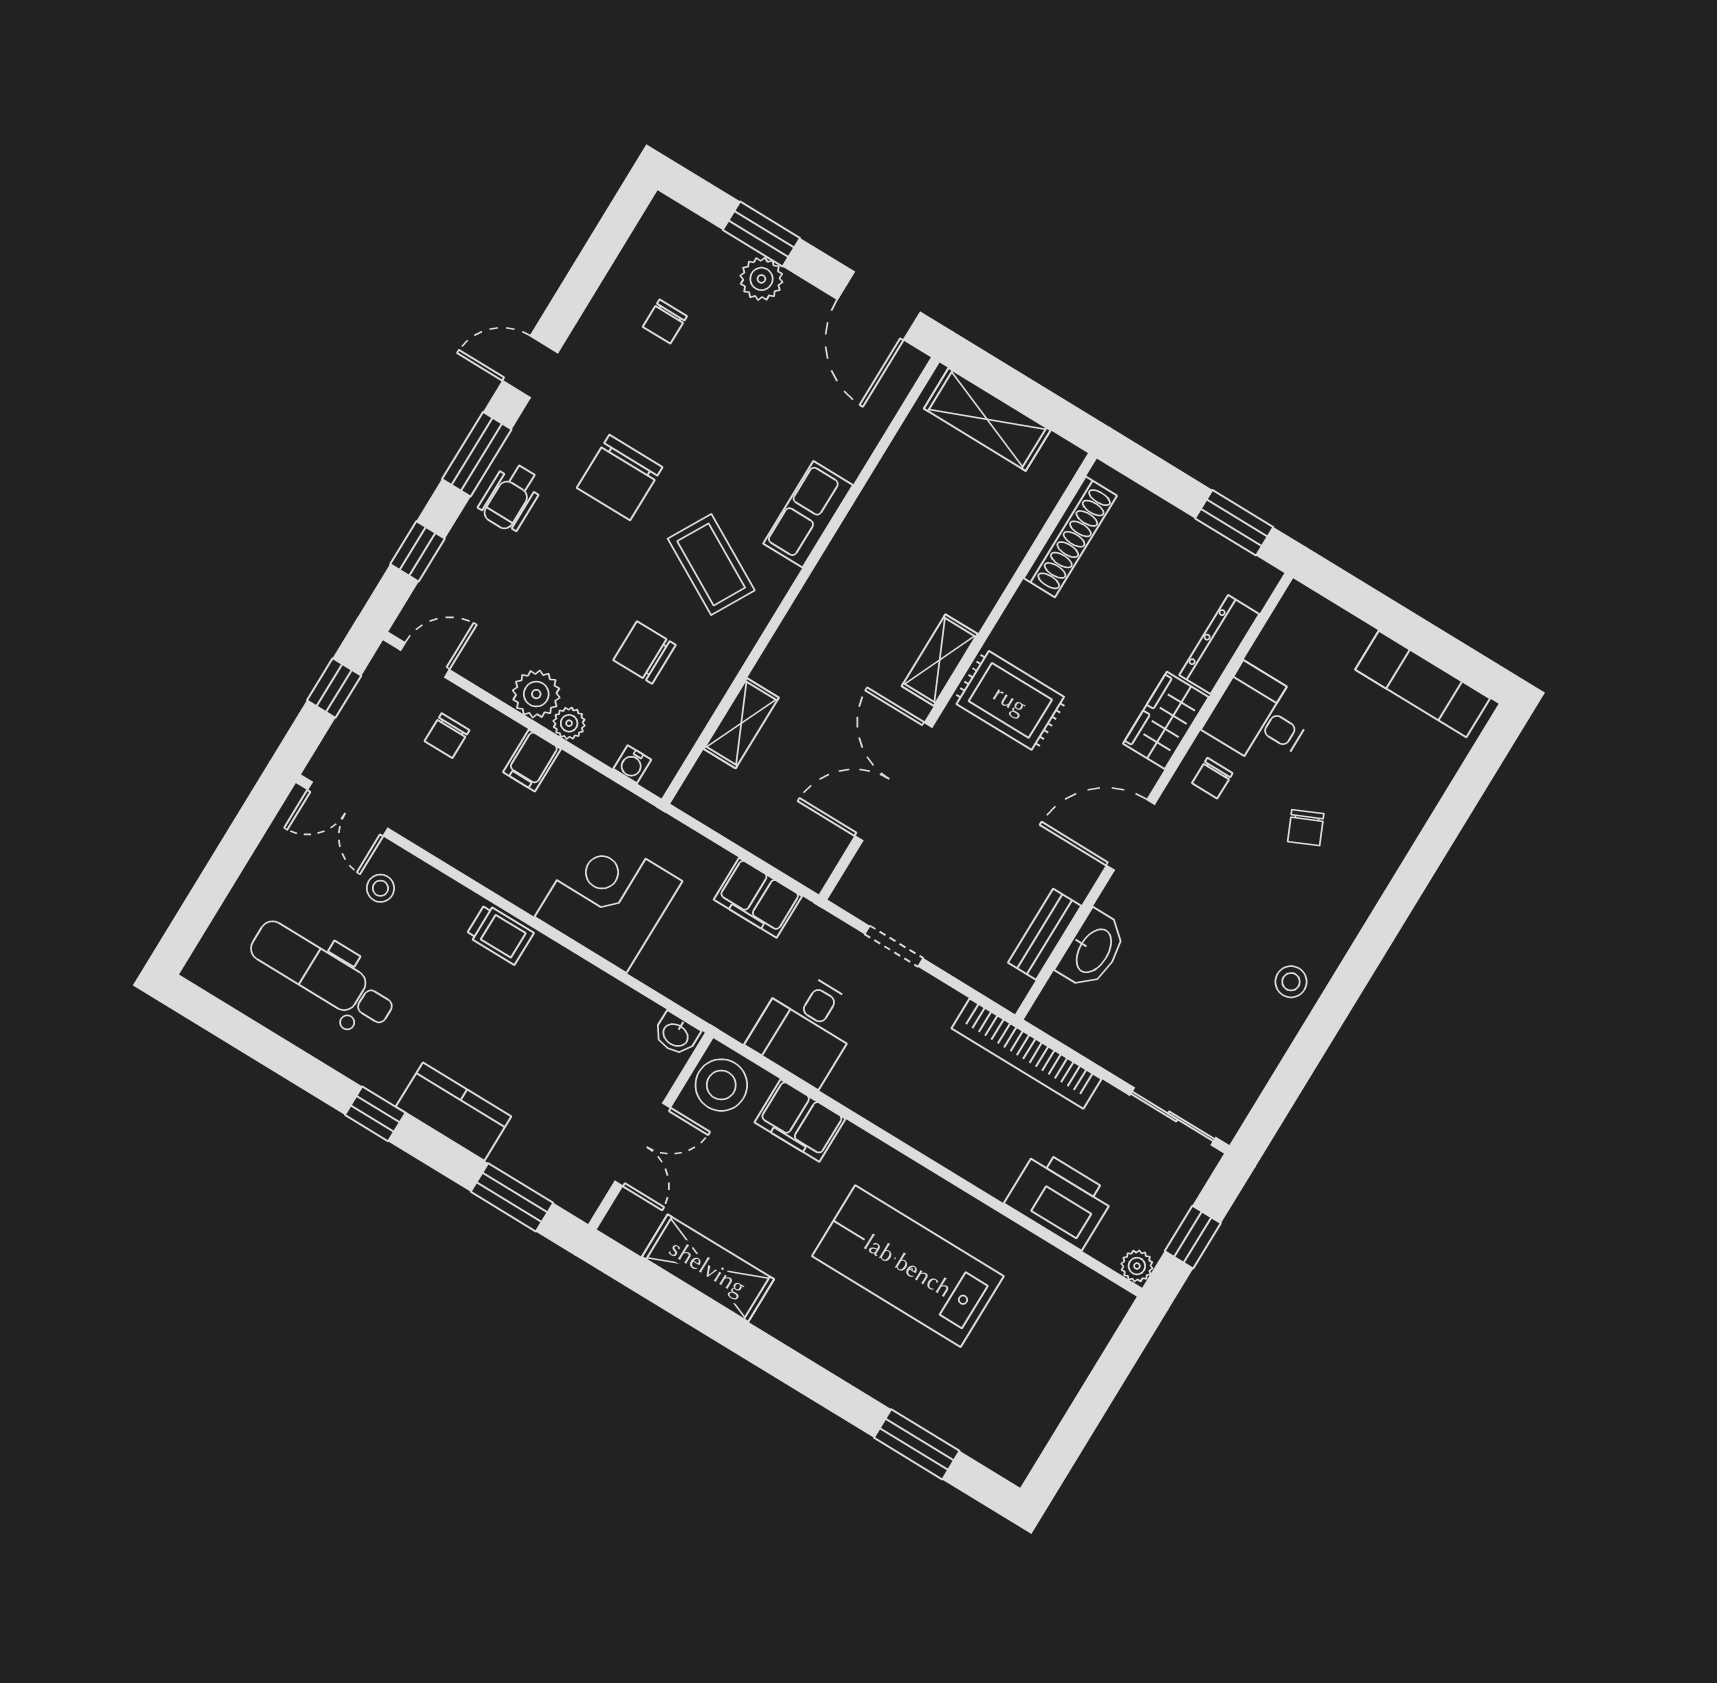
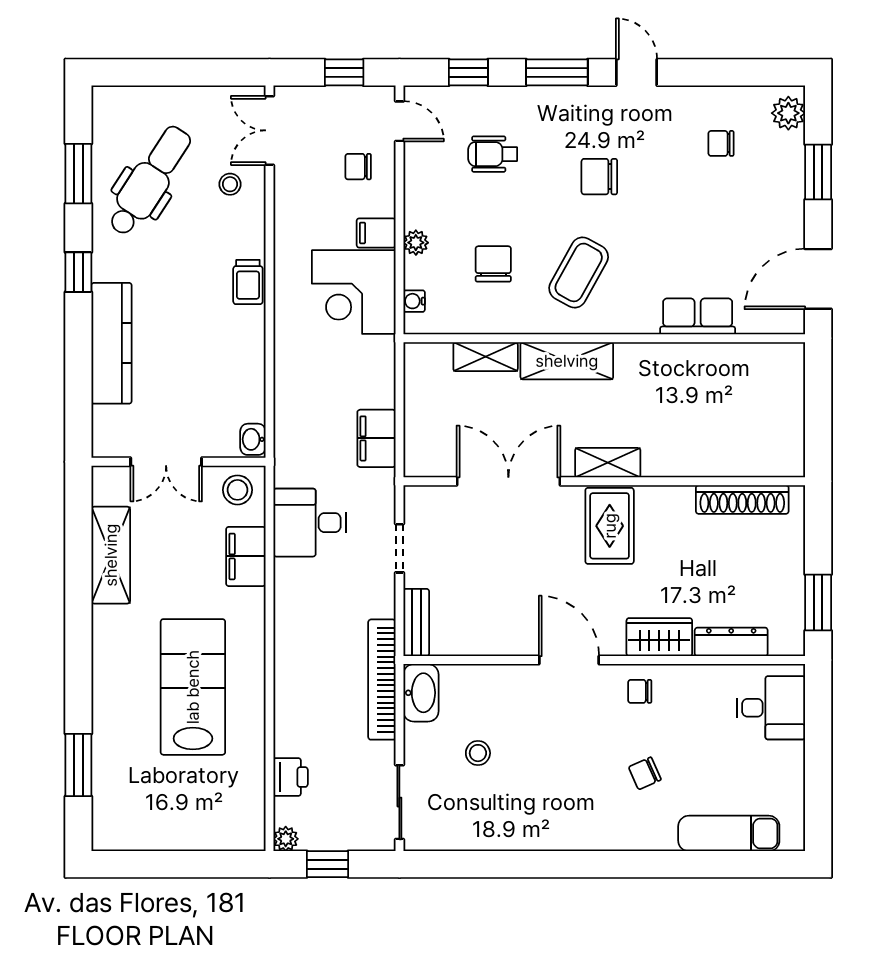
plant: (761, 279) -> (788, 113), moved
shelving: (987, 419) -> (567, 361), moved, turned 90
chair: (620, 477) -> (599, 177), width x0.73, depth x0.73
wheelchair: (511, 497) -> (493, 154), moved
row of seats: (808, 514) -> (698, 316), moved
exam couch: (1423, 684) -> (729, 833), moved, turned 90
plant: (536, 694) -> (422, 209), removed
desk: (1260, 718) -> (771, 708), moved, turned 90
corner desk: (608, 899) -> (354, 292), moved, turned 180
bench: (1045, 934) -> (416, 622), moved, turned 90
washbasin: (1093, 950) -> (421, 693), moved, turned -90
dental chair: (323, 974) -> (149, 181), turned 33
stool: (1291, 982) -> (478, 753), moved
stool: (721, 1085) -> (237, 490), width x0.73, depth x0.73
kitchen counter: (454, 1112) -> (111, 343), width x1.50
window: (512, 1197) -> (78, 174), moved
printer: (1060, 1199) -> (291, 777), width x0.53, depth x0.68

